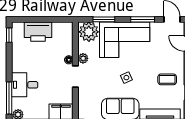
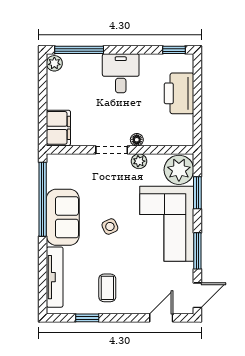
desk: (25, 85) -> (121, 73), moved

